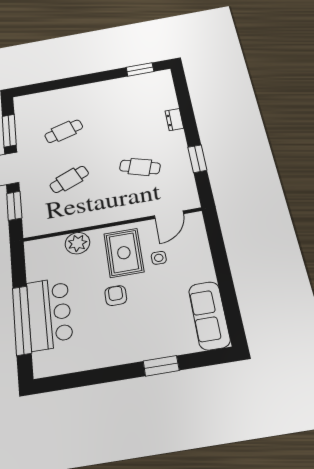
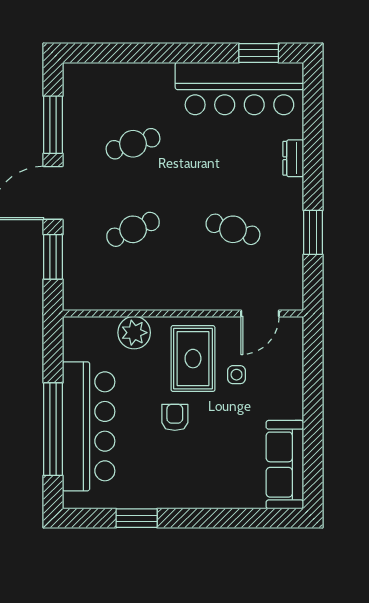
bar counter: (131, 89) -> (239, 88), added
bar counter: (49, 313) -> (89, 426), width x1.36
window: (161, 366) -> (137, 518), moved

